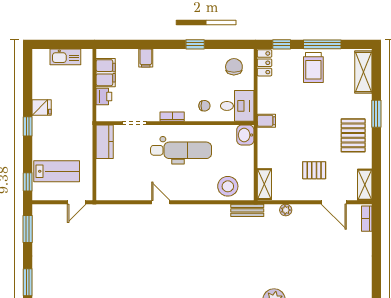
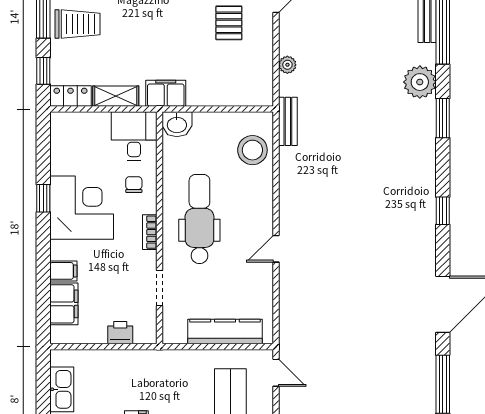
chair: (234, 67) -> (76, 141), removed
corner desk: (189, 70) -> (82, 208), added
filing cabinet: (106, 73) -> (64, 304), moved, turned 90
filing cabinet: (266, 121) -> (166, 93), width x2.00
kitchen counter: (105, 142) -> (225, 332), moved, width x1.50
shelving: (264, 184) -> (116, 96), moved

